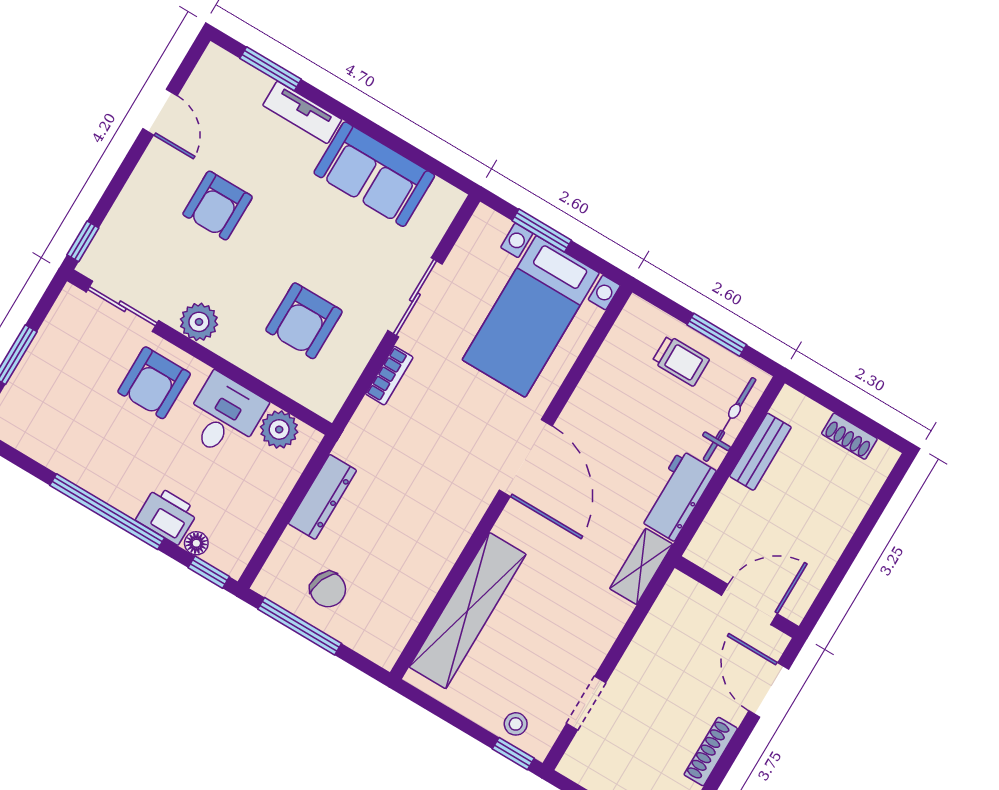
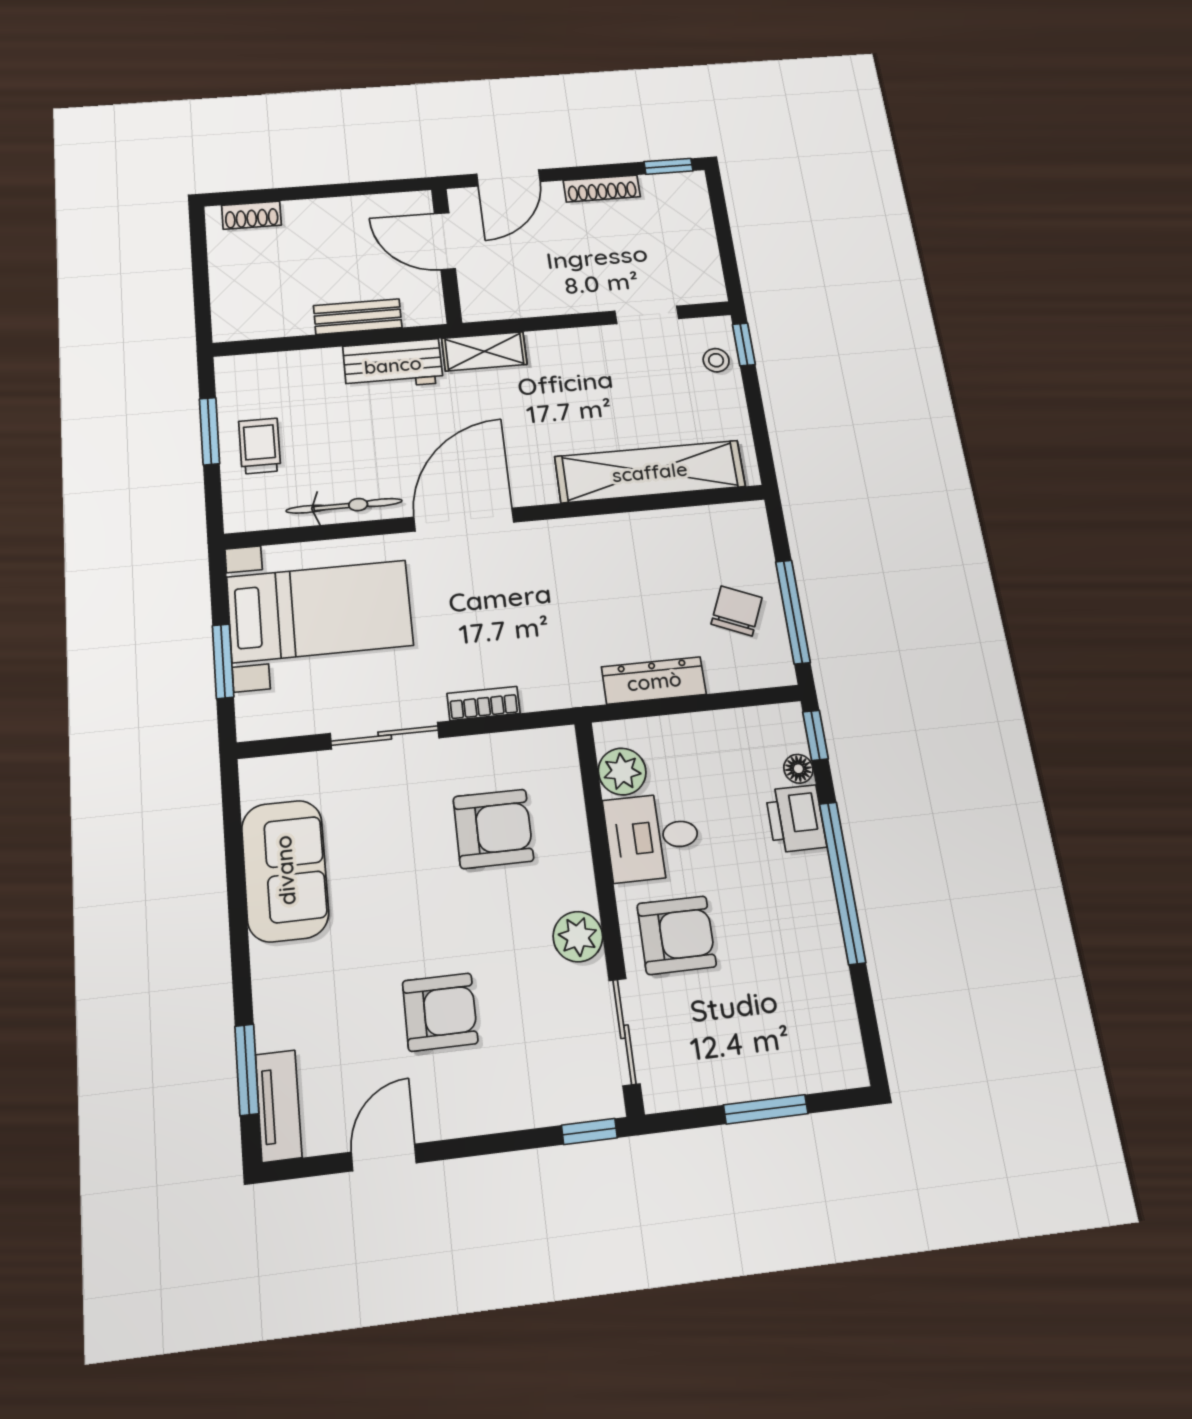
tv unit: (302, 112) -> (279, 1106), moved
bicycle: (730, 419) -> (344, 506), moved, turned 180
shoe rack: (849, 436) -> (252, 215), moved, turned 90
bench: (760, 452) -> (358, 317), moved

